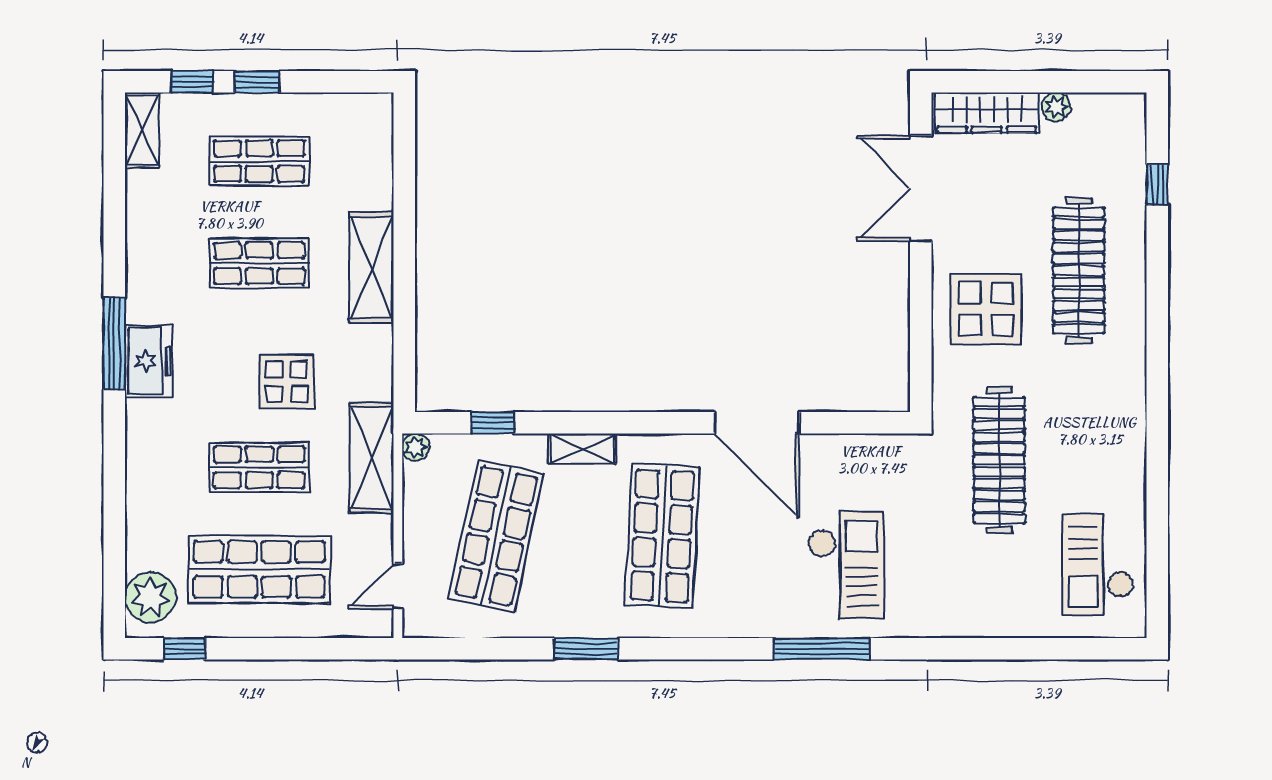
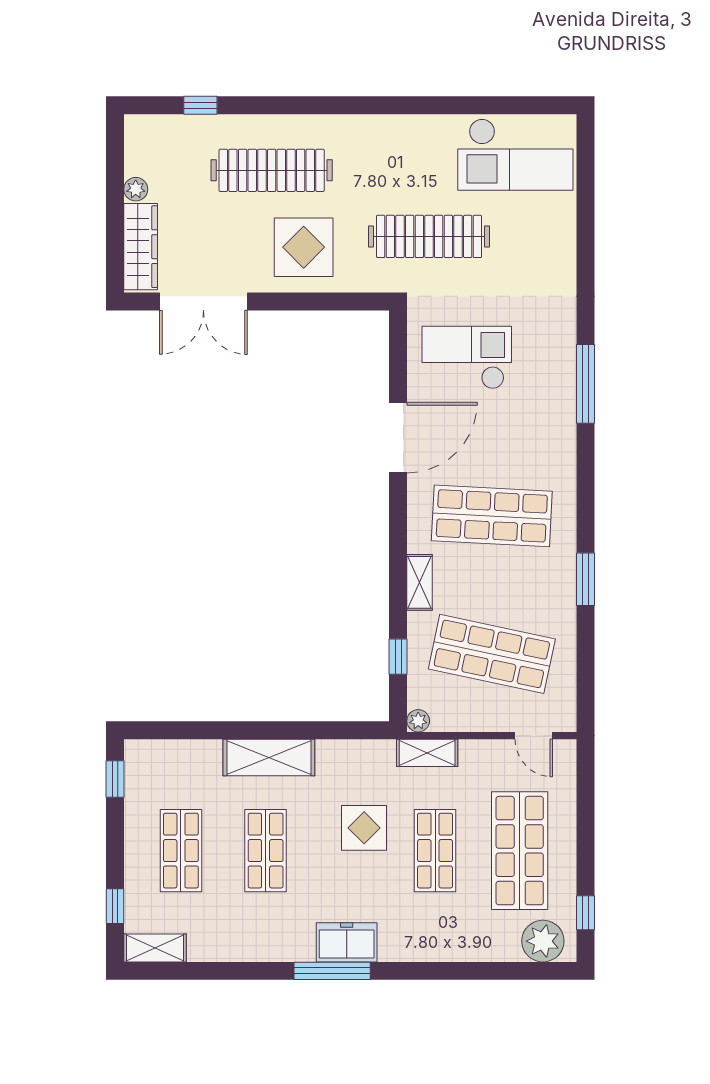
window: (257, 82) -> (115, 779), moved
shelving: (371, 458) -> (427, 753), width x0.67, depth x0.75
checkout: (1098, 564) -> (515, 155), width x1.36, depth x1.21
checkout: (846, 565) -> (467, 358), moved

